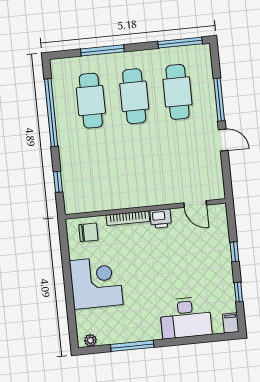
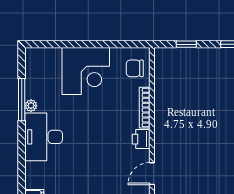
chair: (88, 232) -> (135, 68), turned 90
desk: (186, 318) -> (44, 137), moved
plant: (90, 340) -> (31, 106), moved

